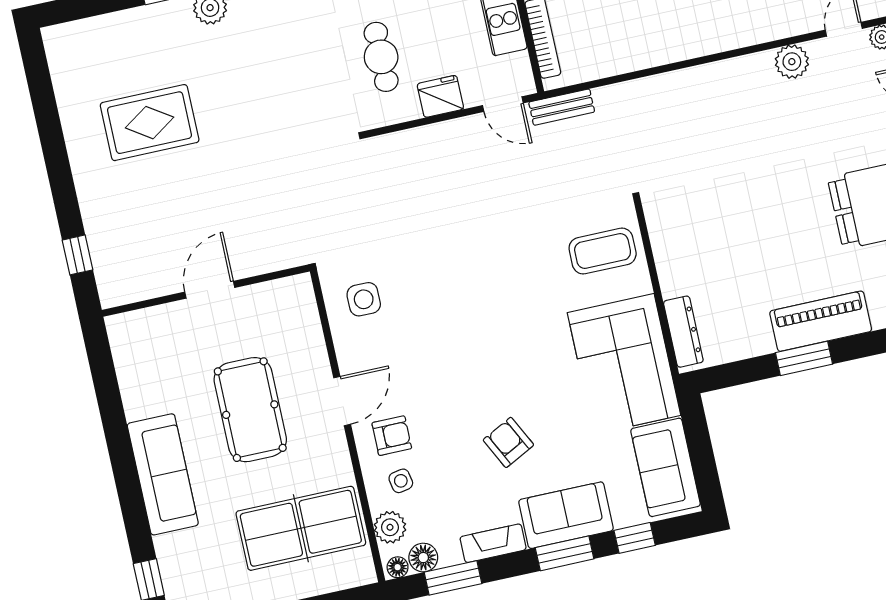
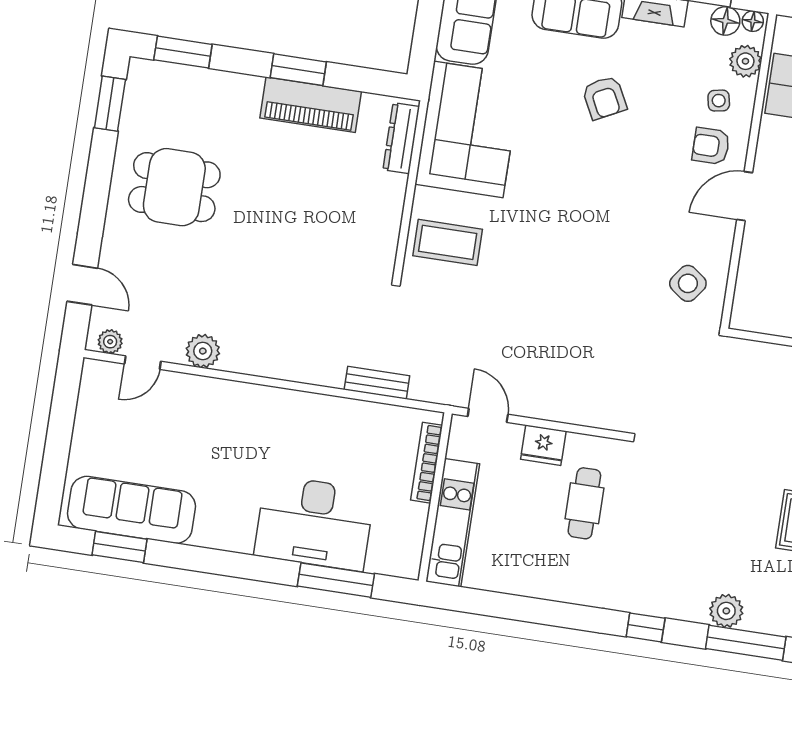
bench: (562, 107) -> (377, 383), moved
side table: (364, 299) -> (688, 283), turned 36
piano: (821, 321) -> (311, 105), moved

